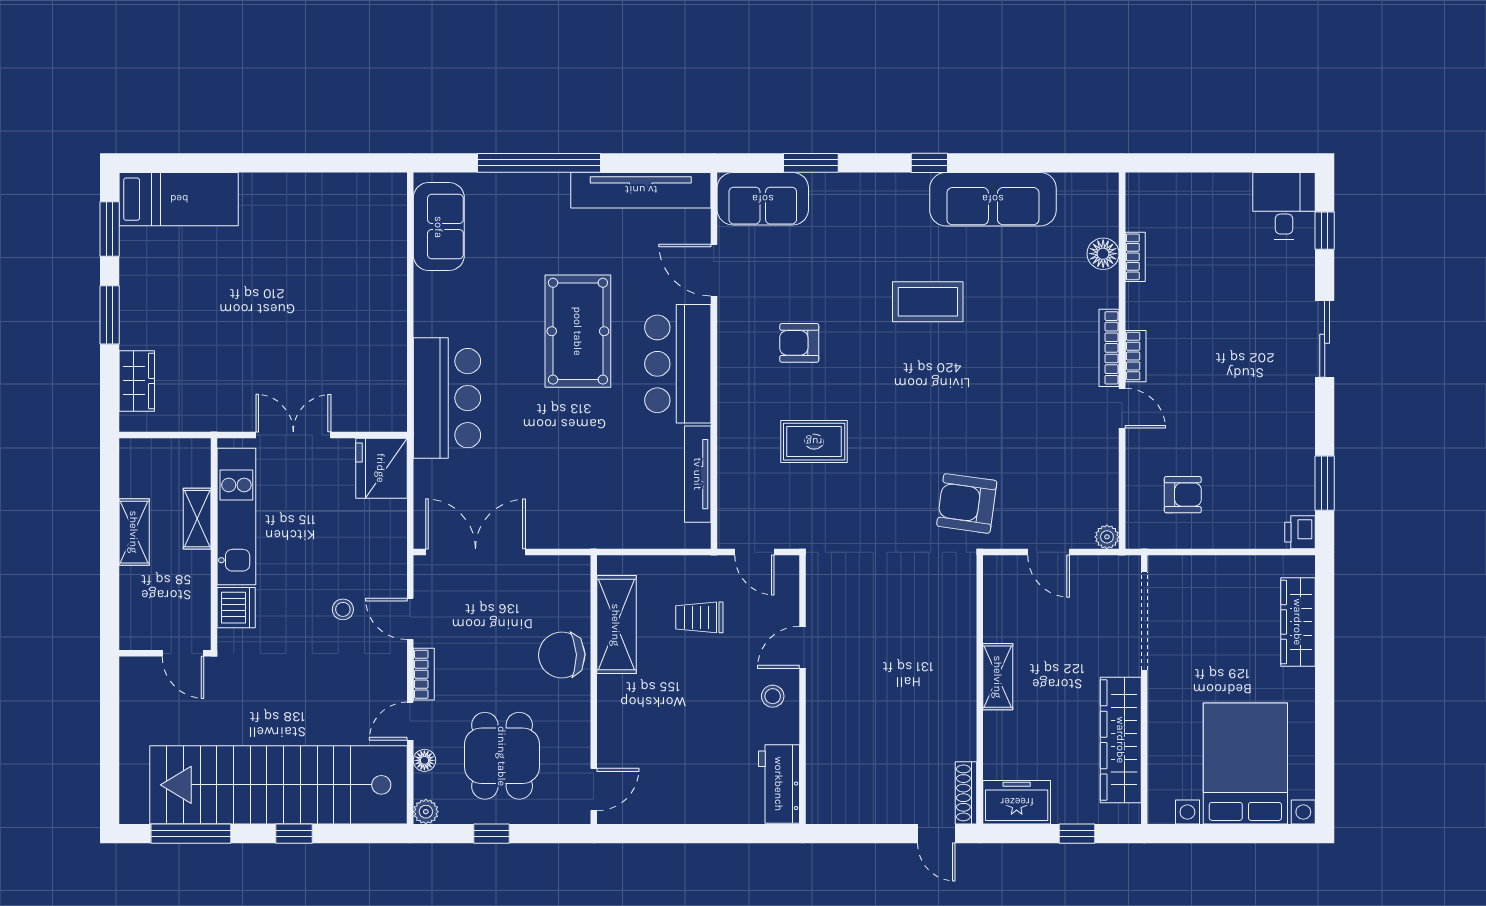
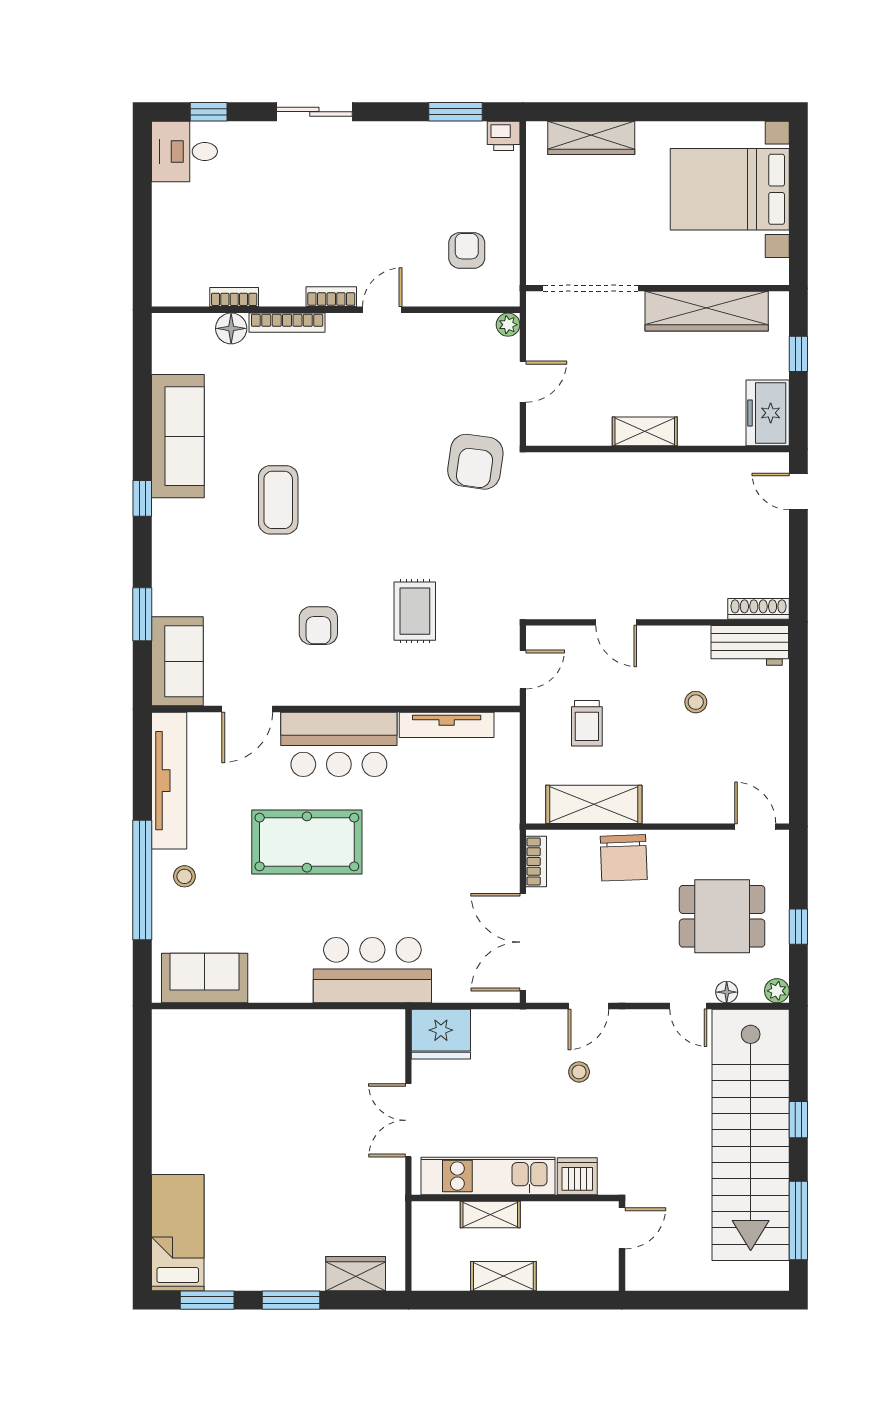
stool: (543, 206) -> (184, 876), added
bookcase: (1109, 348) -> (287, 323), moved
bookcase: (424, 674) -> (536, 861), moved, turned 90
stool: (773, 696) -> (696, 702), moved
shoe rack: (966, 793) -> (758, 609), moved, turned 180
door: (936, 834) -> (798, 492), swing flipped

